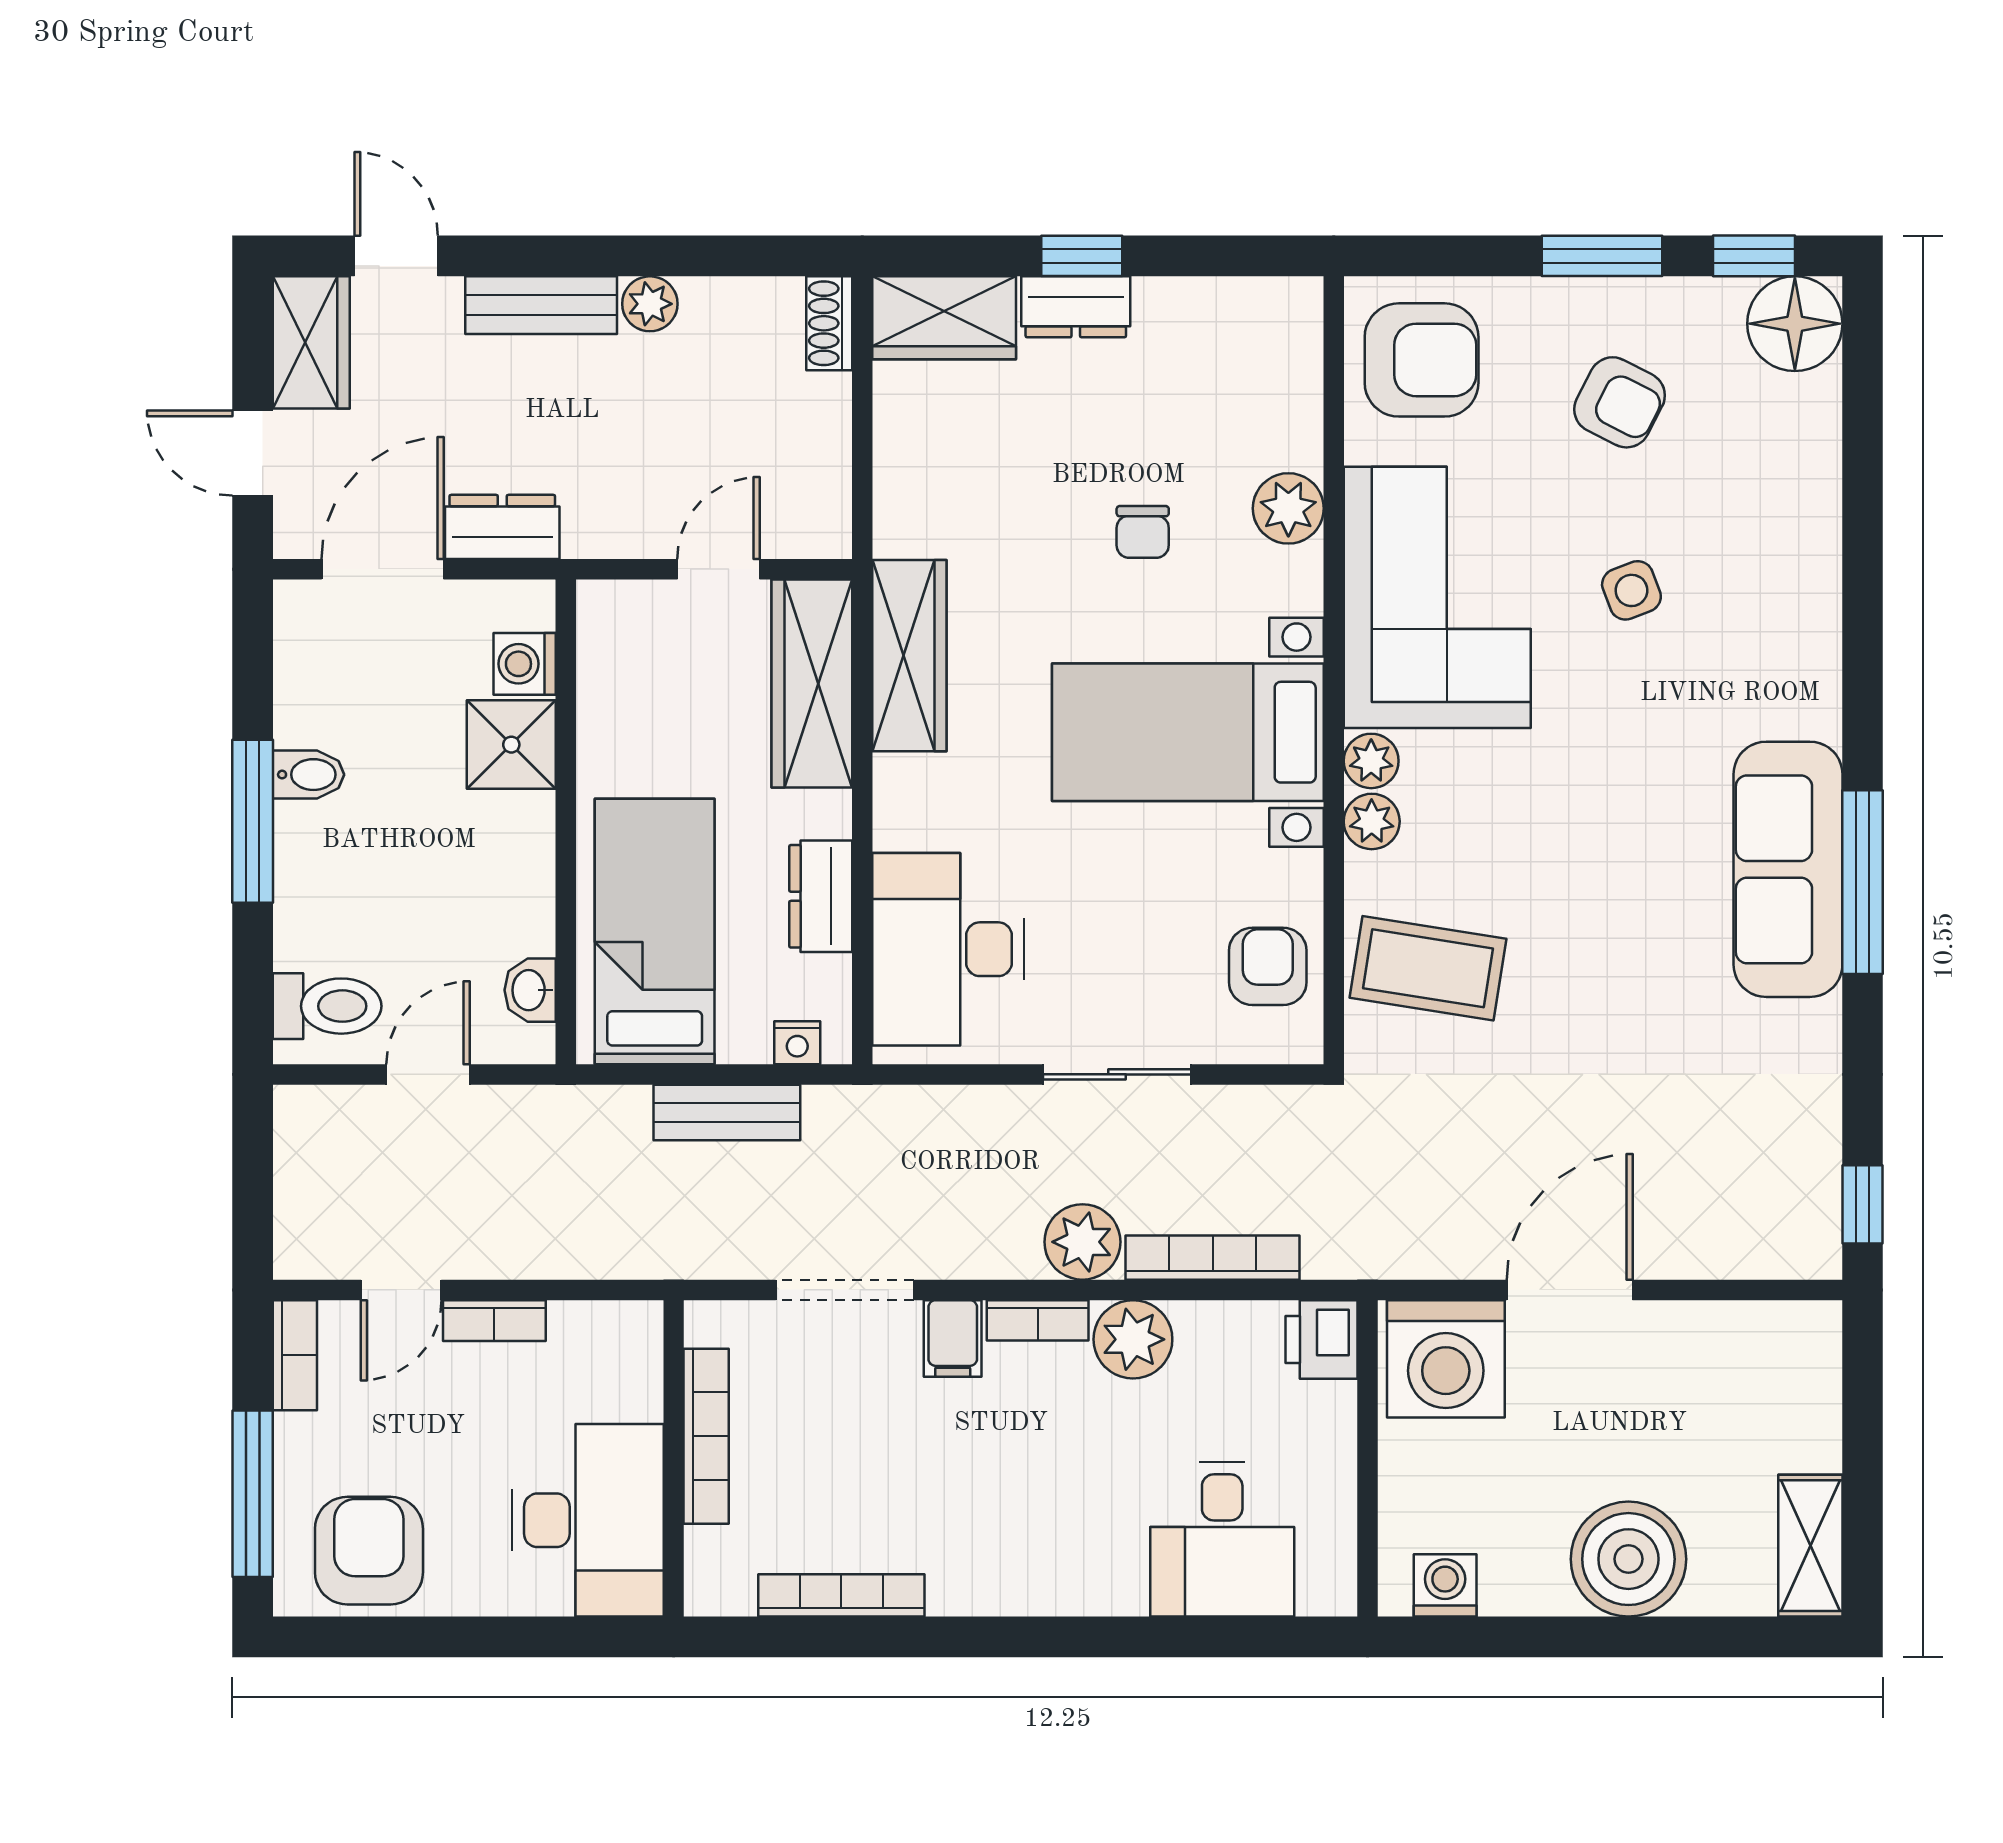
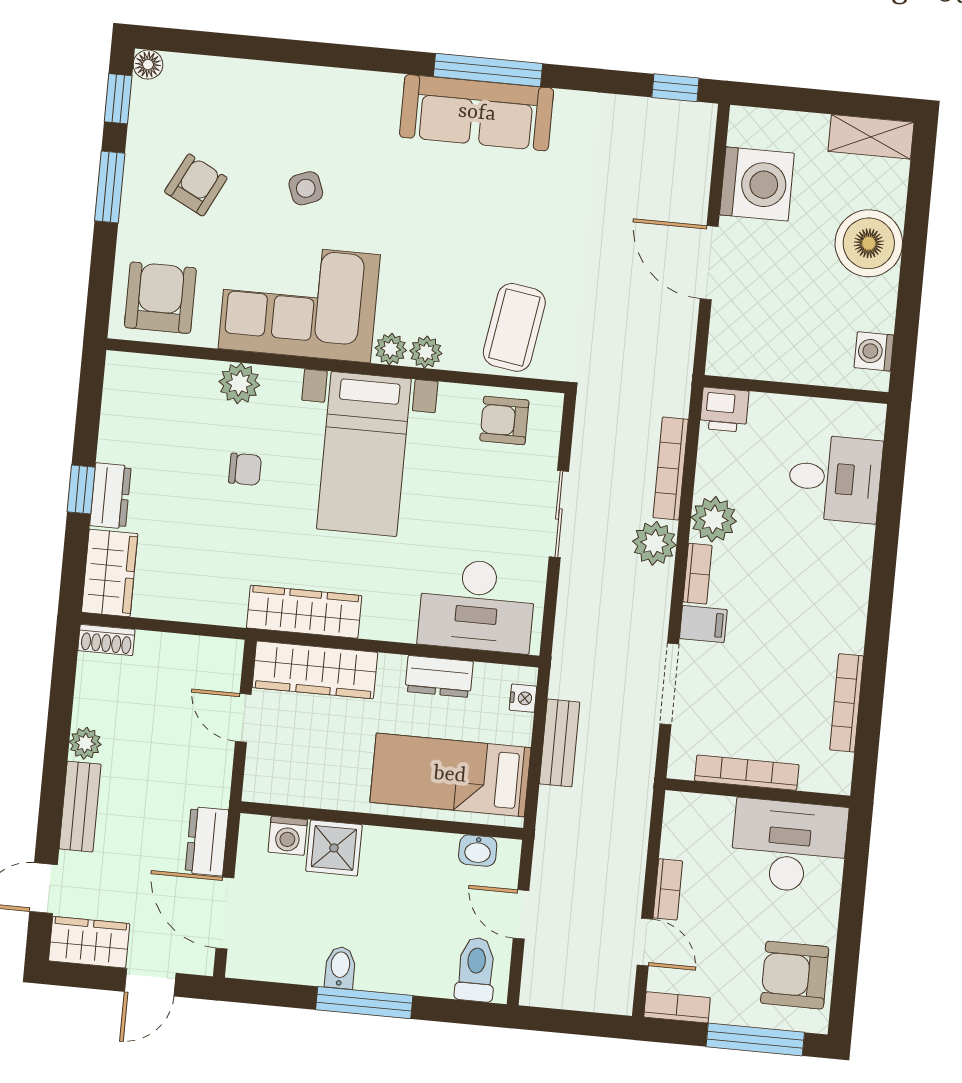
floor lamp: (1795, 324) -> (148, 65), width x0.53, depth x0.53
washing machine: (1446, 1359) -> (757, 184), moved

